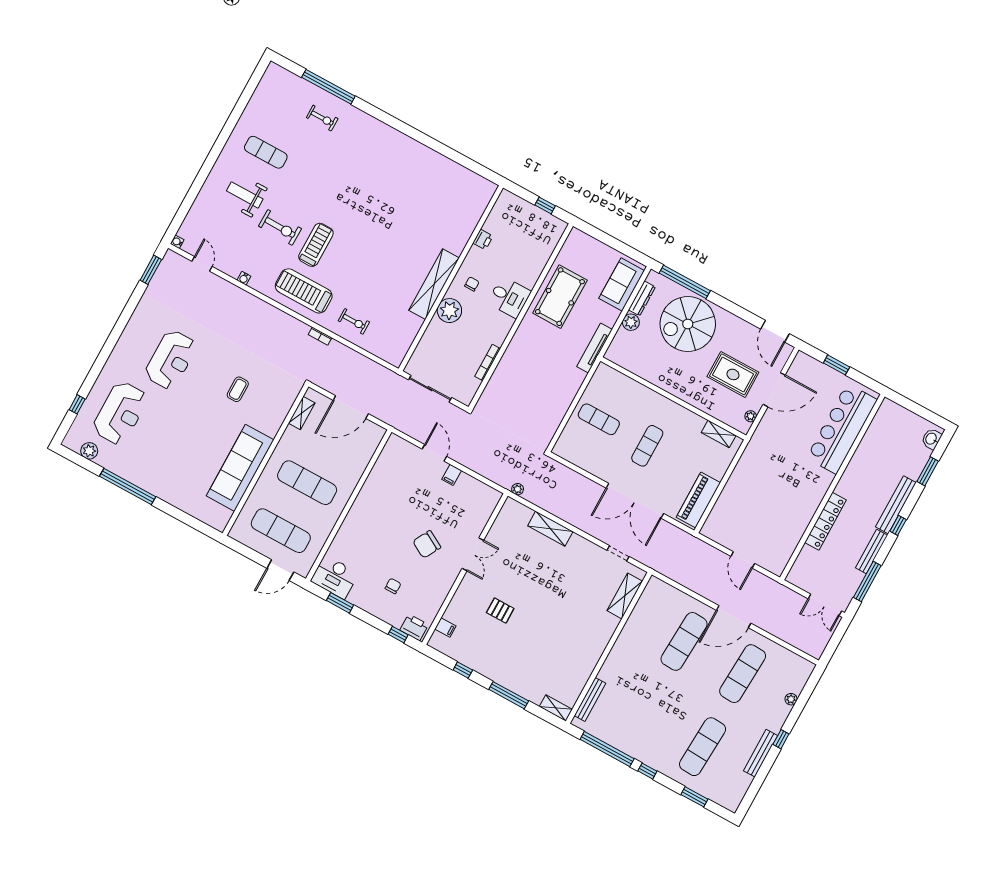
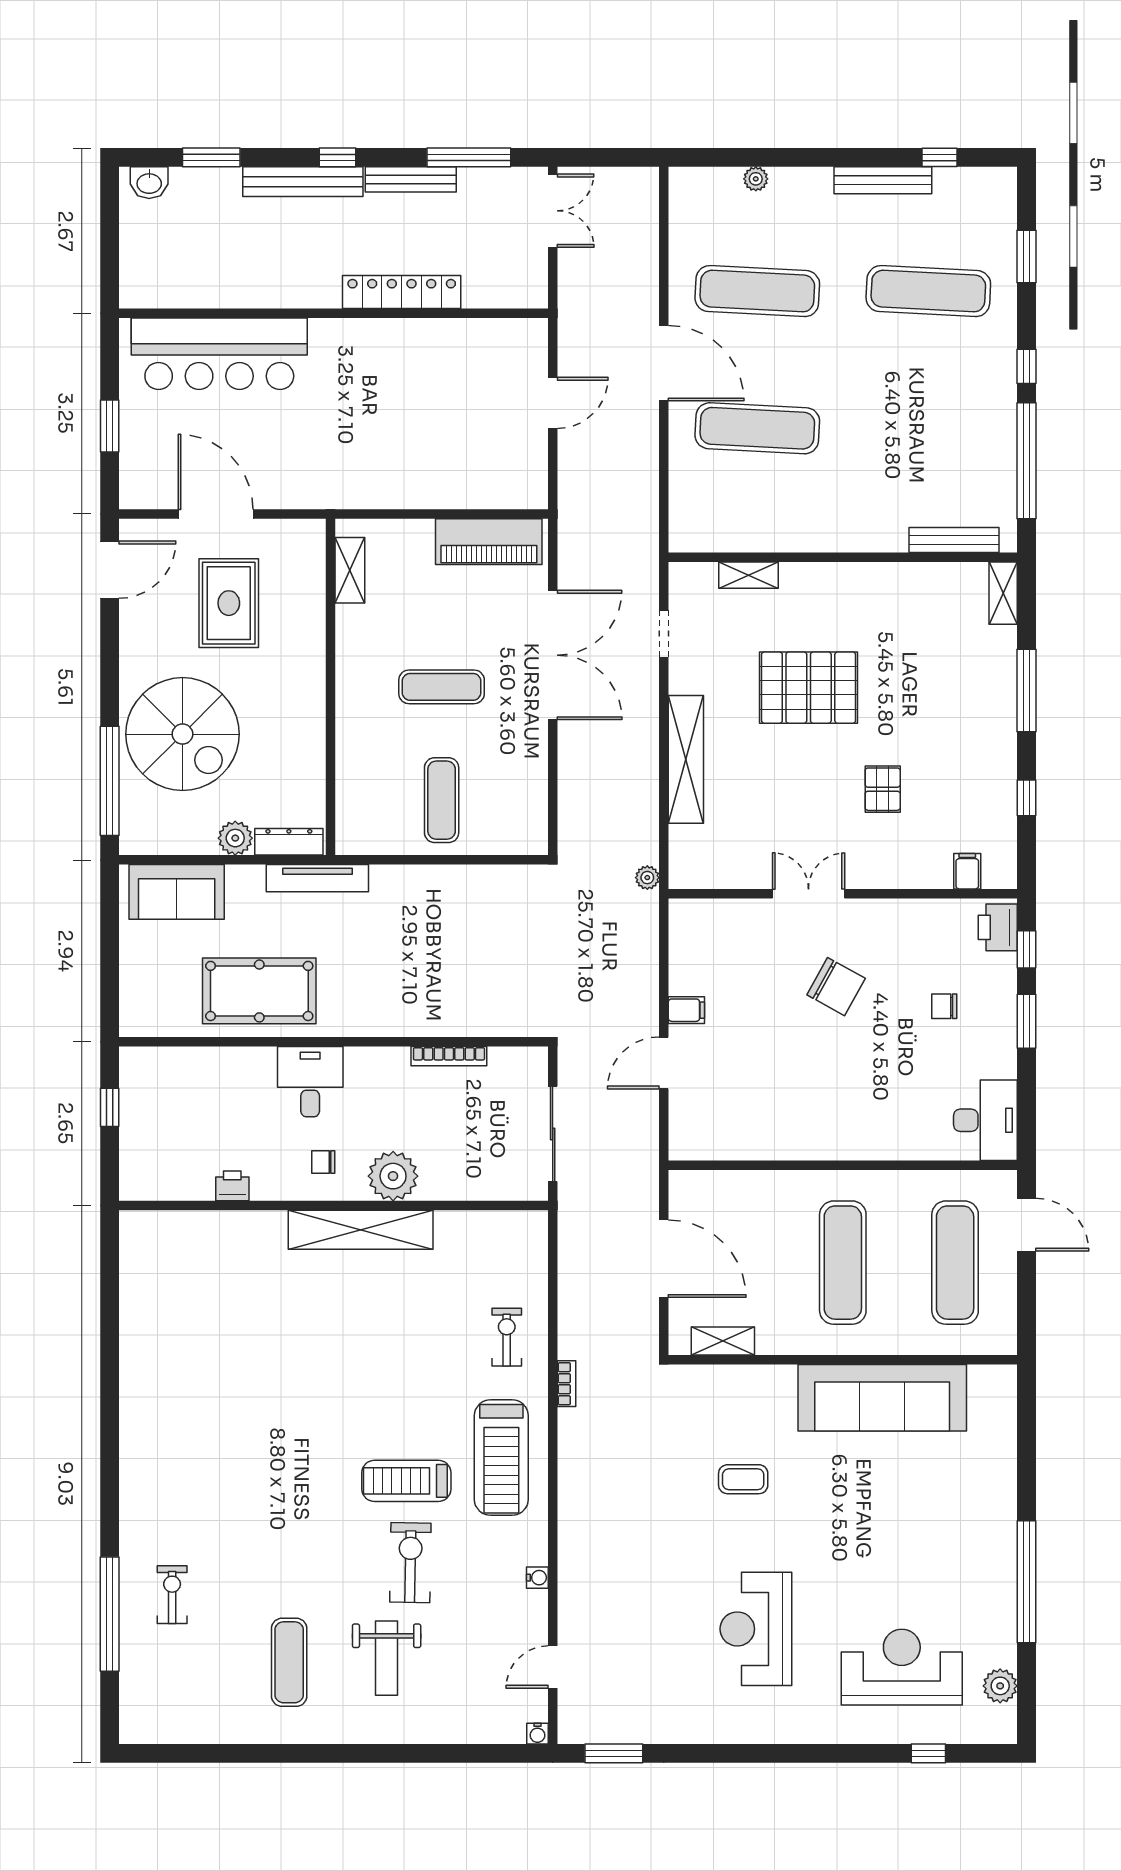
dresser: (642, 298) -> (289, 842), moved
reception desk: (171, 360) -> (756, 1629), turned -90
plant: (751, 416) -> (287, 530), removed
shelving: (550, 529) -> (686, 759), width x1.47
shelving: (625, 596) -> (748, 575), width x0.67, depth x0.75
window: (340, 603) -> (1027, 1021), moved
pallet: (561, 603) -> (809, 688), added
window: (781, 739) -> (940, 157), moved

